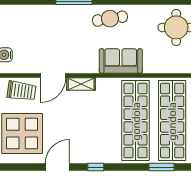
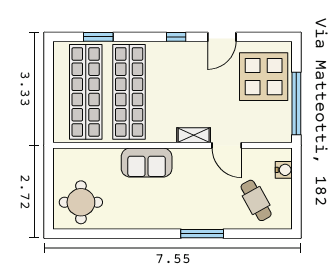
cafe table: (110, 19) -> (256, 200), moved, turned 70
door: (53, 75) -> (227, 145), swing flipped
trolley: (21, 91) -> (264, 127), removed

